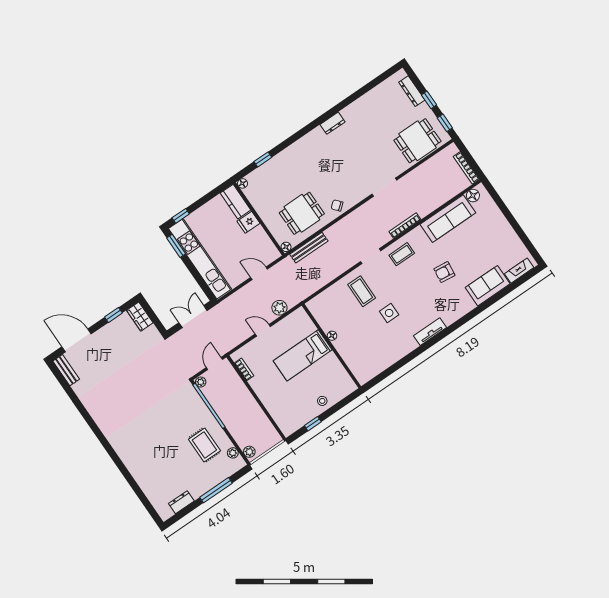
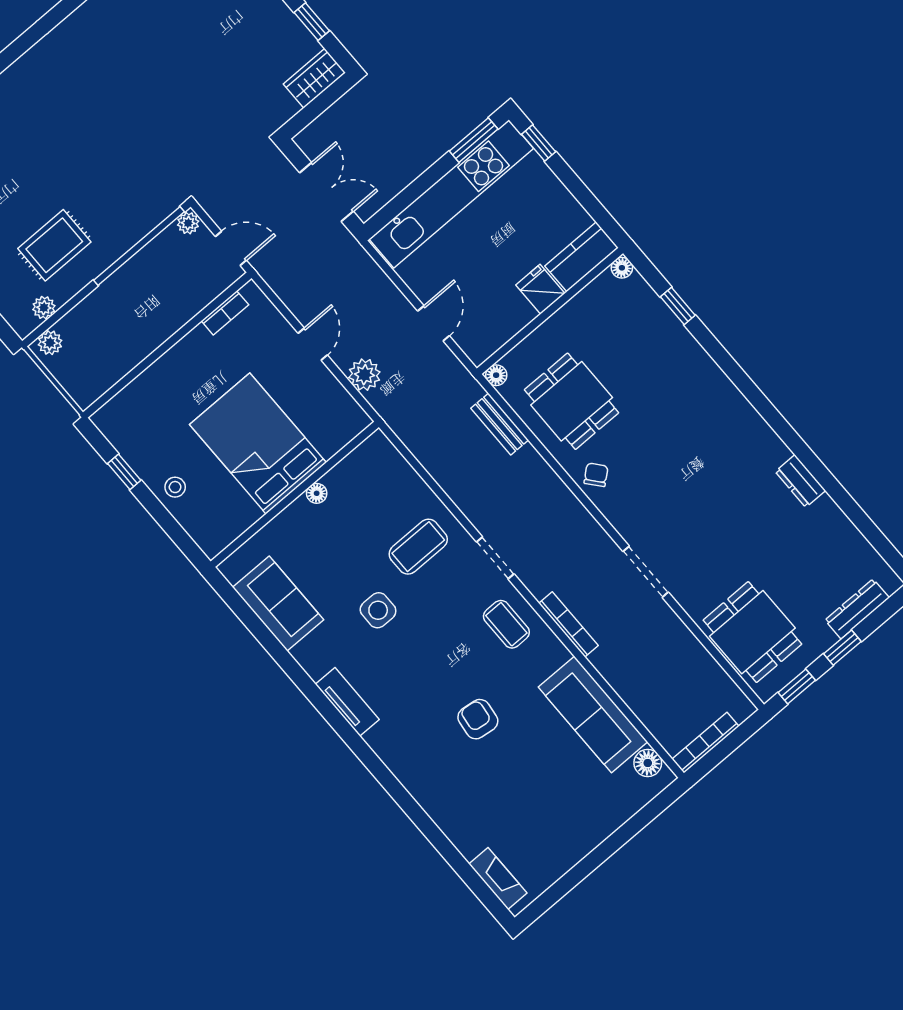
dresser: (333, 123) -> (800, 481), moved
bench: (309, 248) -> (500, 424), width x0.73
sofa: (488, 286) -> (278, 604), moved
bed: (303, 355) -> (258, 443), width x1.50

